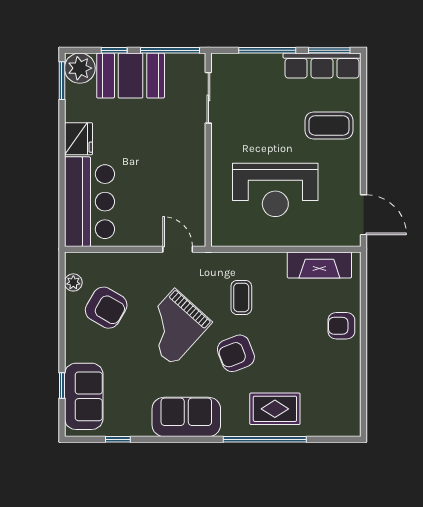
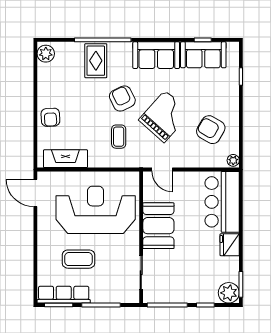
booth: (131, 76) -> (158, 226), moved, turned 90
coffee table: (329, 125) -> (78, 259), moved
reception desk: (275, 190) -> (96, 210), width x1.36, depth x1.30
plant: (73, 282) -> (233, 160), moved
armchair: (341, 326) -> (50, 117), turned 87
armchair: (236, 353) -> (122, 98), turned -95
sofa: (84, 396) -> (203, 55), moved, turned -90
rug: (275, 409) -> (96, 61), turned 90
plant: (348, 419) -> (46, 54), added

